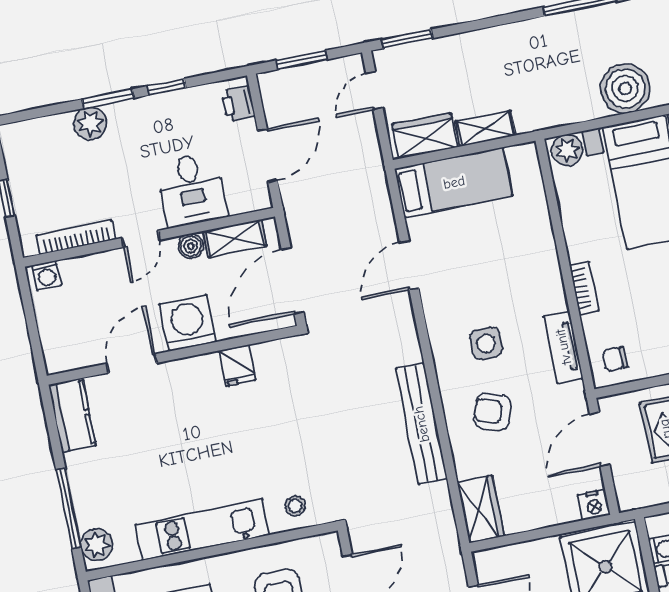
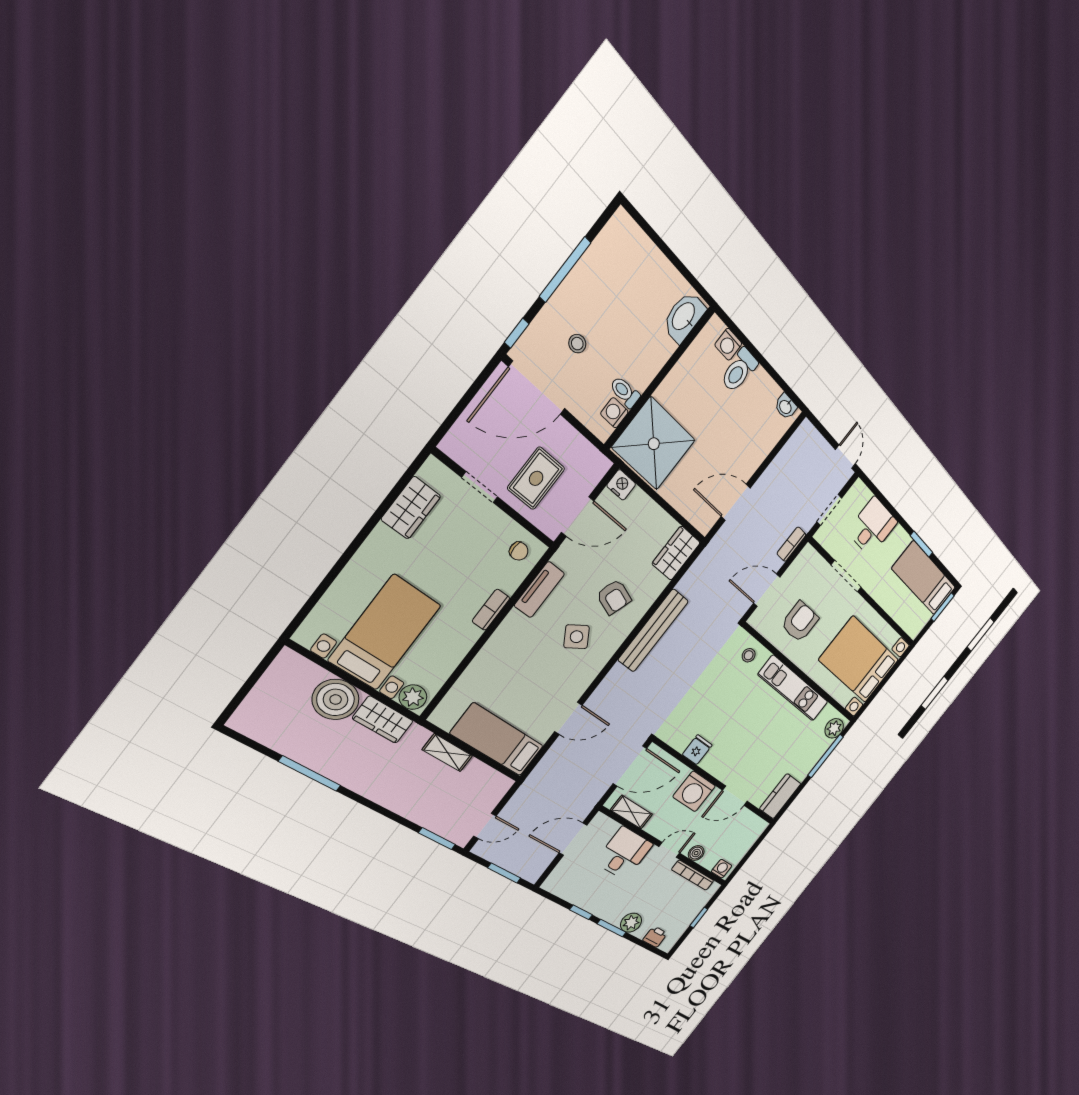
printer: (238, 104) -> (655, 937), moved, turned -90
wardrobe: (425, 136) -> (383, 720), moved
boiler: (191, 246) -> (696, 853), moved
side table: (486, 343) -> (577, 637), turned -33

